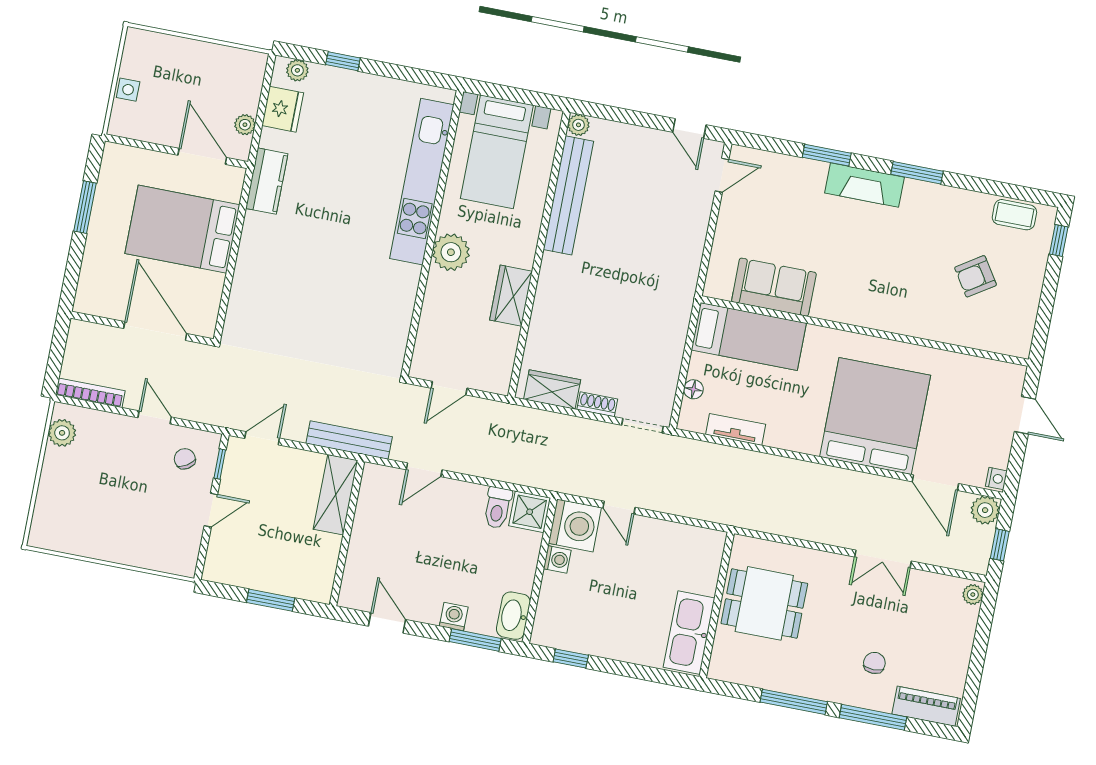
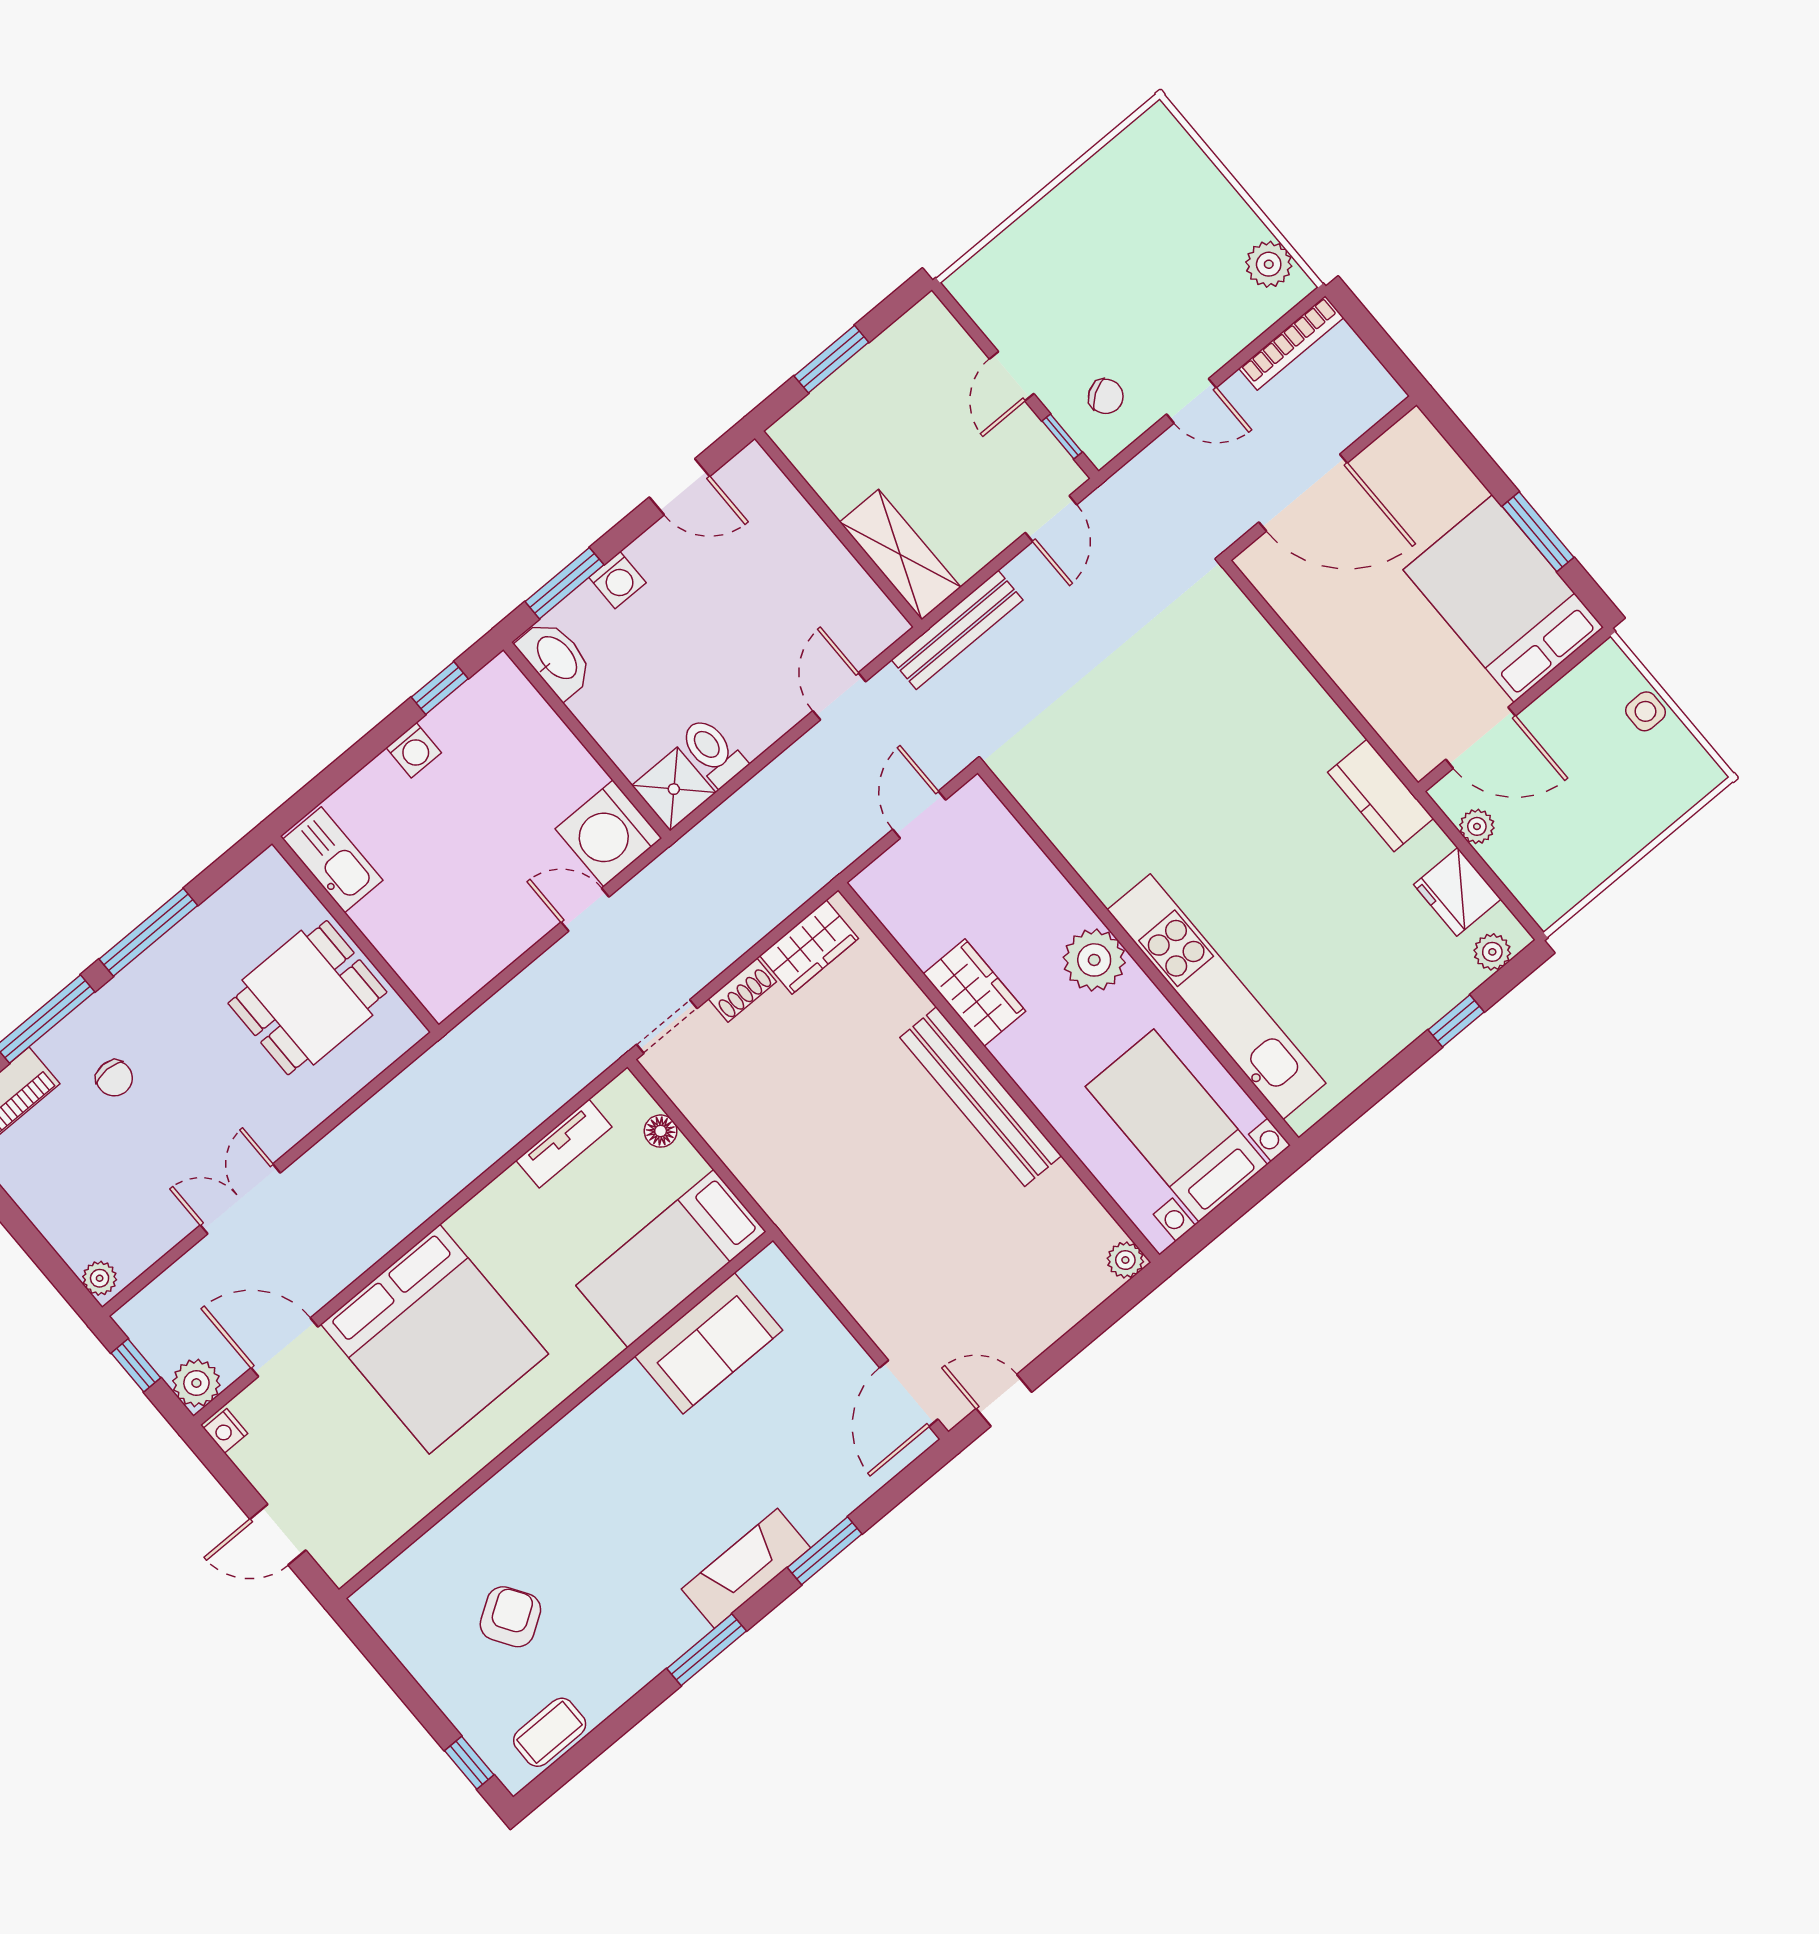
door: (722, 175) -> (909, 1393), width x1.38
bench: (568, 195) -> (981, 1097), moved
bed: (182, 229) -> (1503, 599), moved, turned -90
washing machine: (557, 559) -> (414, 750), moved, turned -90
kitchen sink: (689, 633) -> (333, 860), width x0.73, depth x0.81

